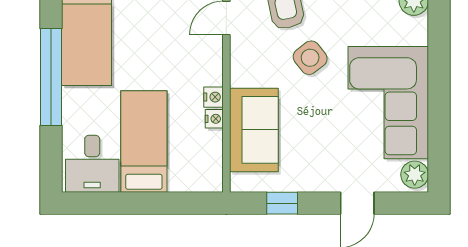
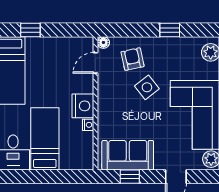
nightstand: (214, 97) -> (83, 106), width x1.89, depth x1.79
sofa: (254, 130) -> (128, 155), moved, turned -90

